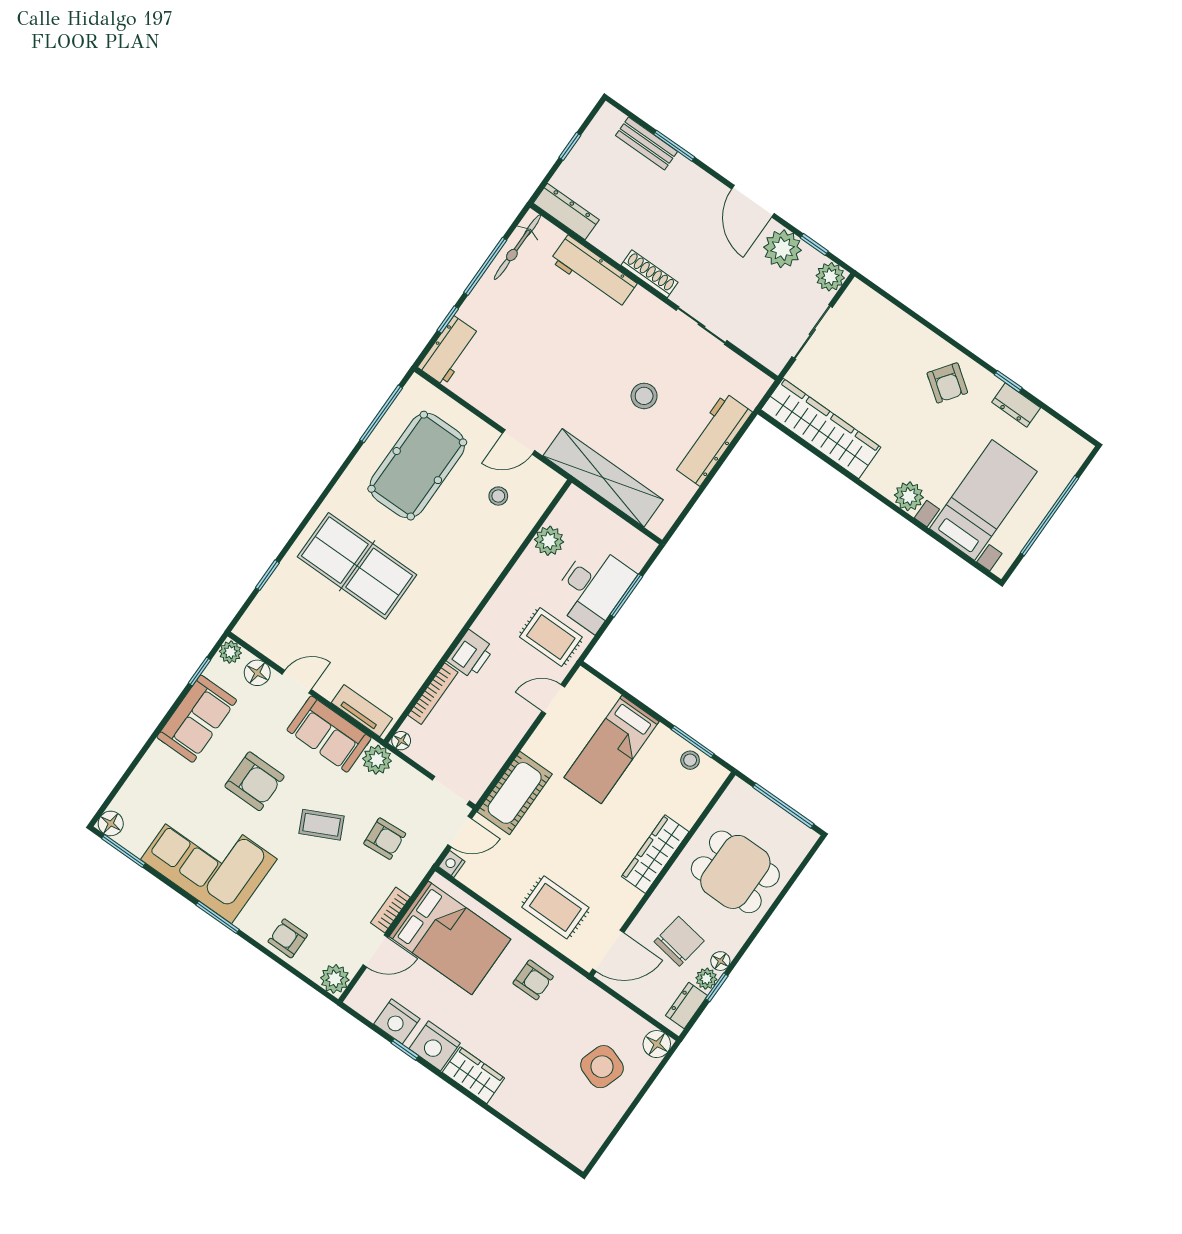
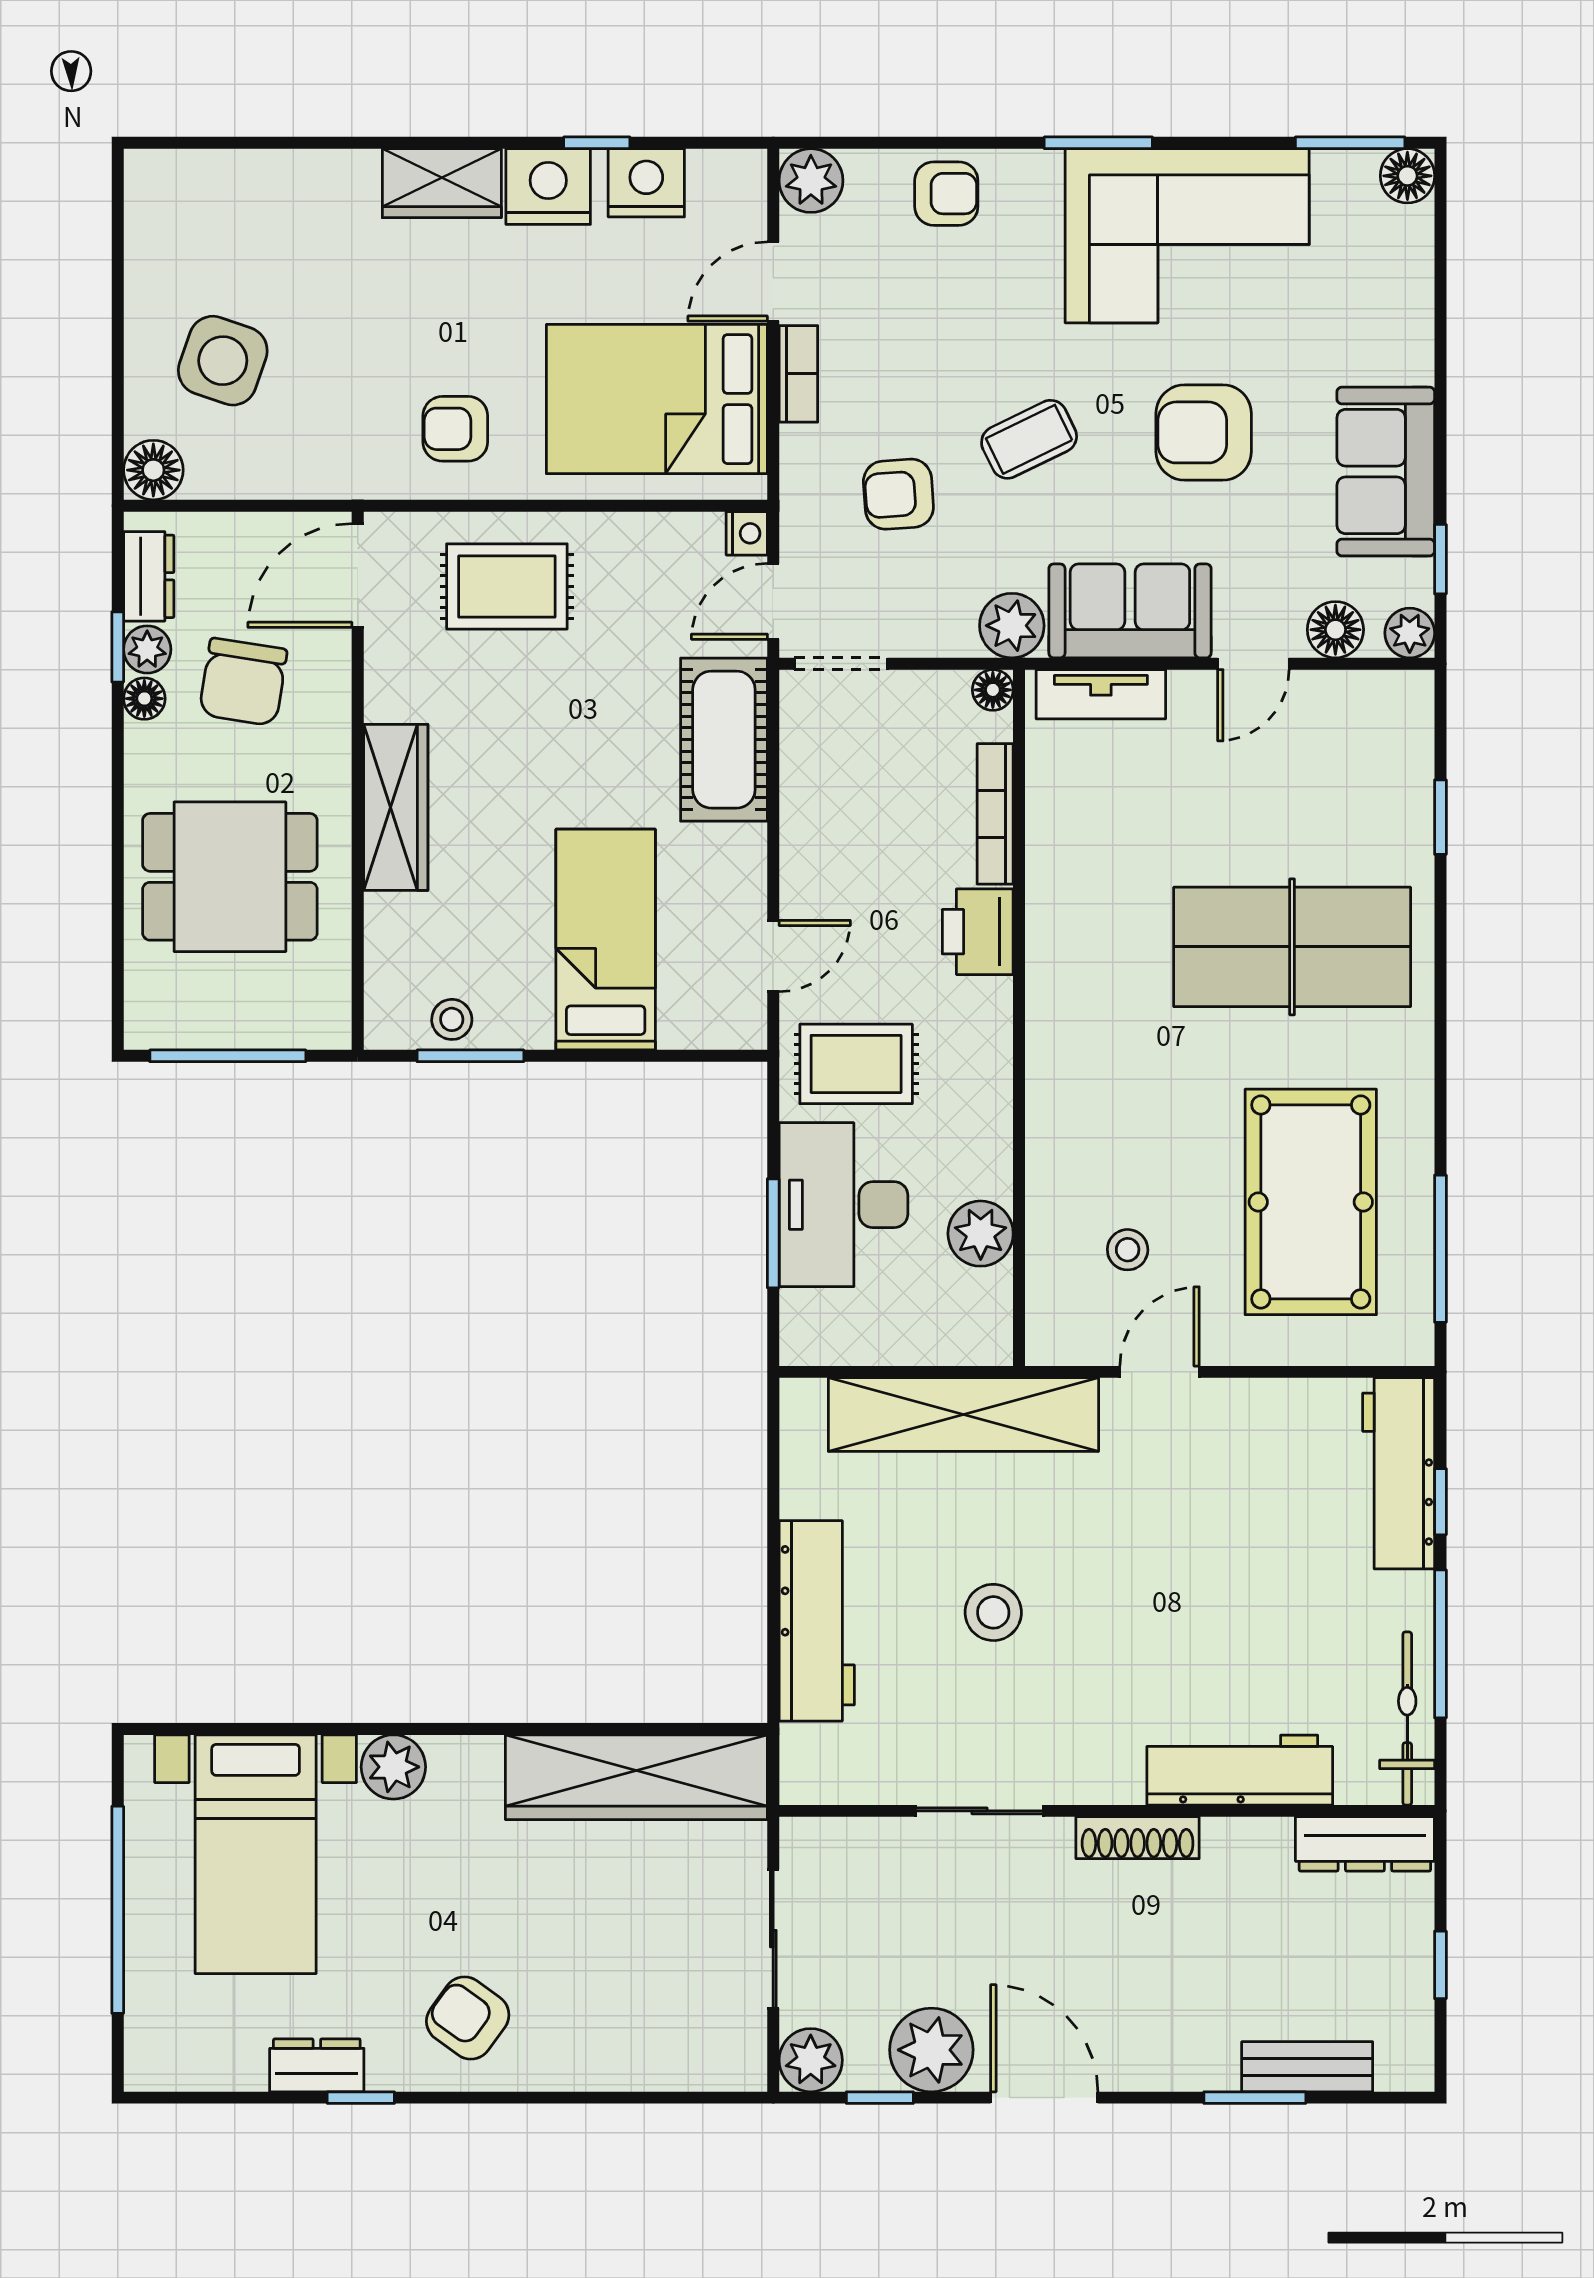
workbench: (449, 351) -> (1399, 1473), width x1.38

